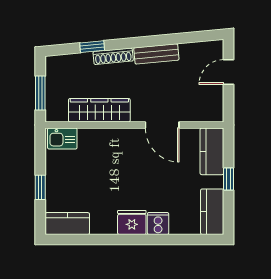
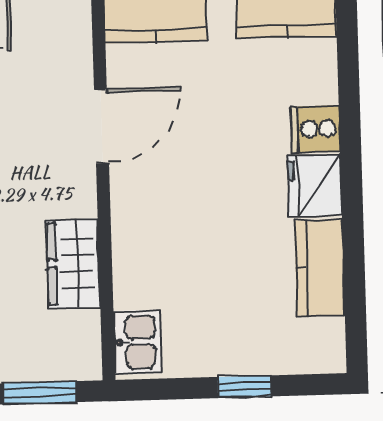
wardrobe: (99, 110) -> (73, 263), width x0.67
kitchen counter: (67, 224) -> (320, 268), moved

